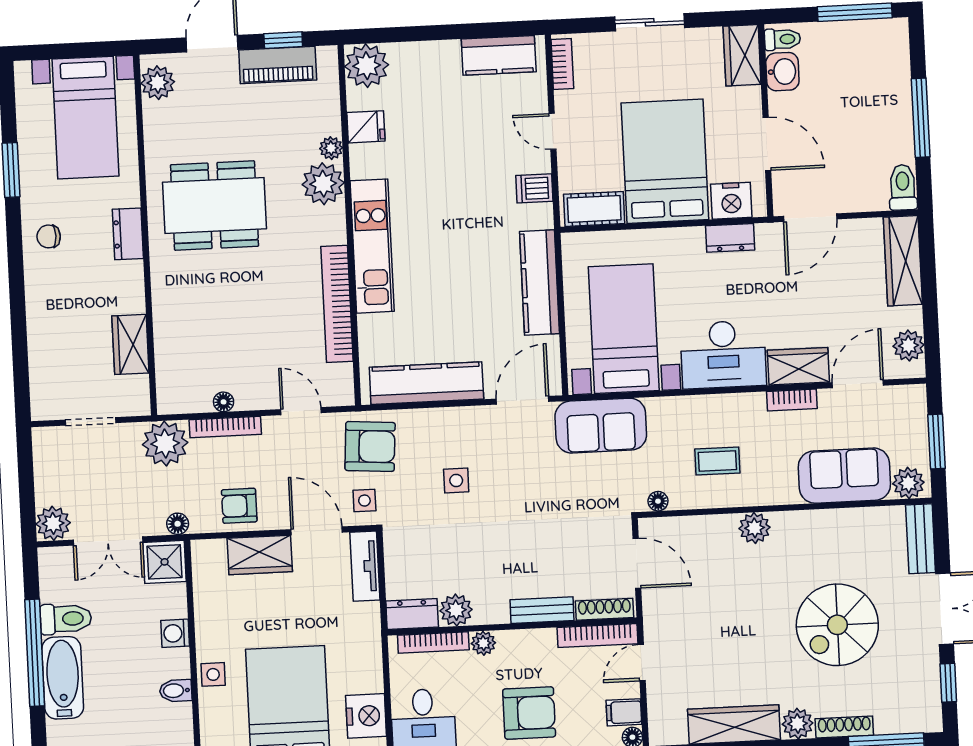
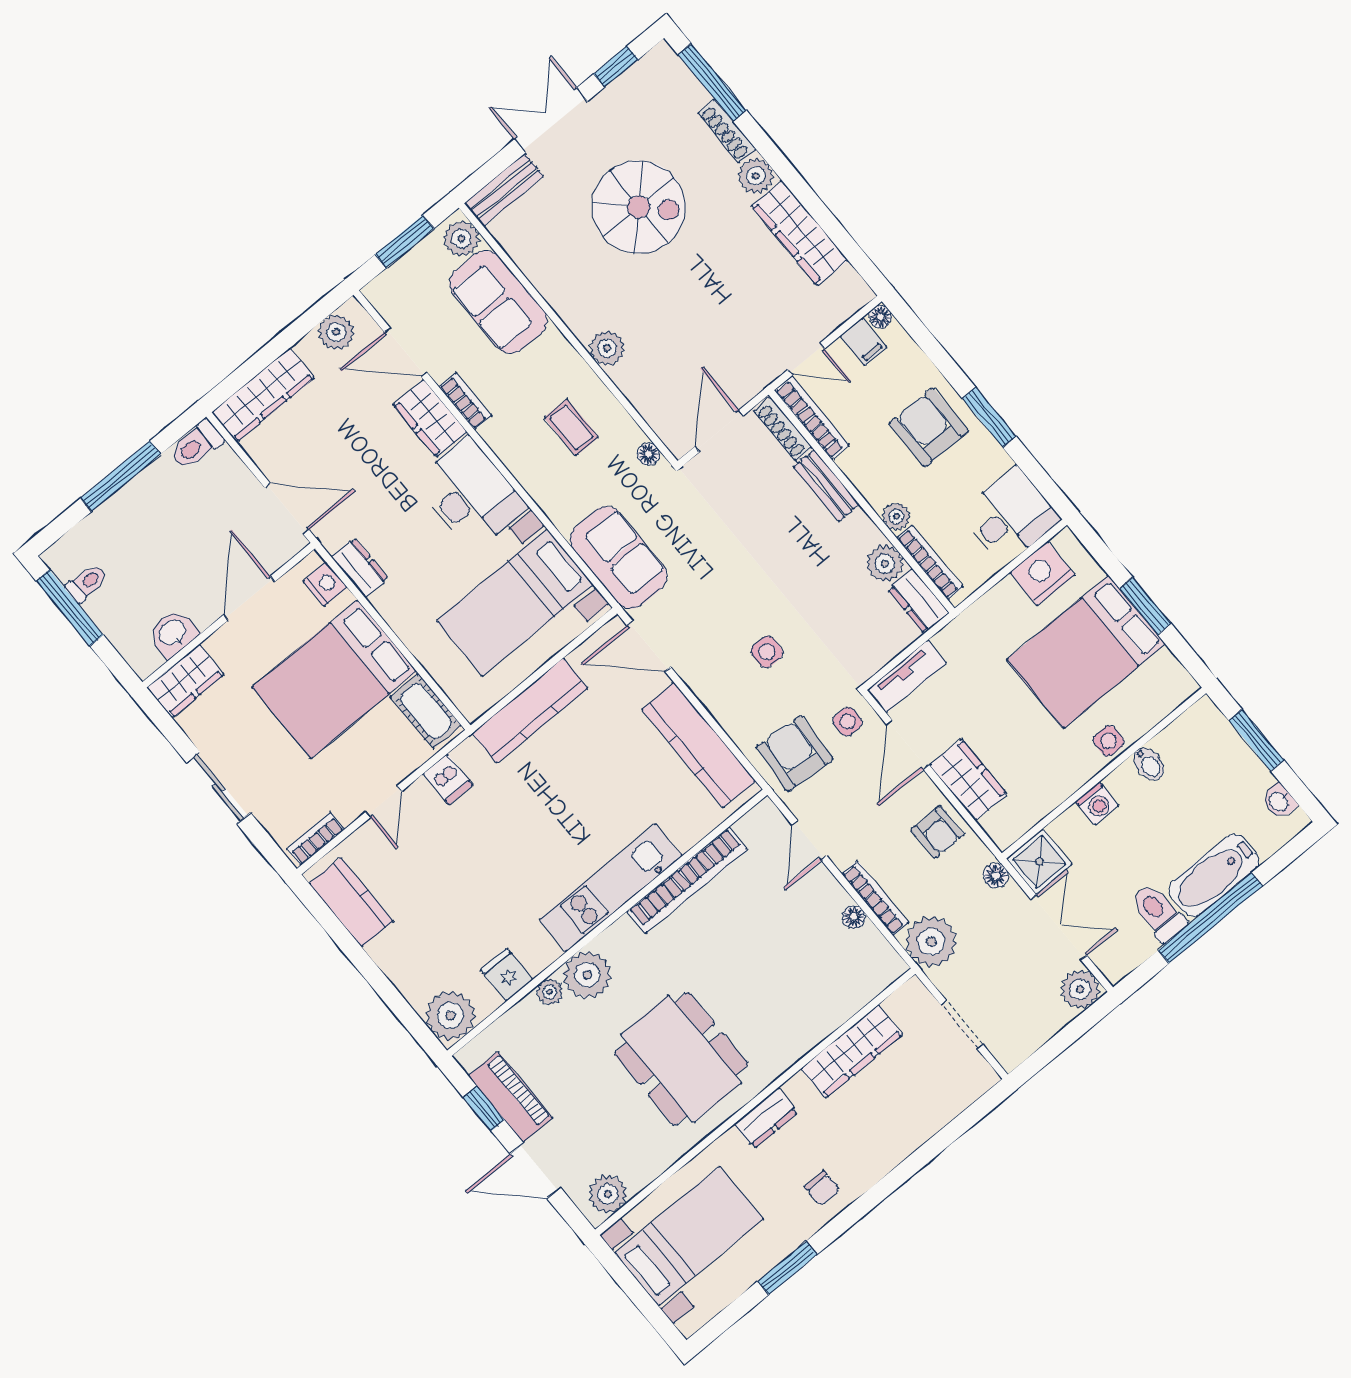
toilet: (782, 39) -> (86, 583), moved, turned 90
nightstand: (731, 201) -> (325, 584), width x0.74, depth x0.75
wardrobe: (130, 344) -> (852, 1051), width x1.50

